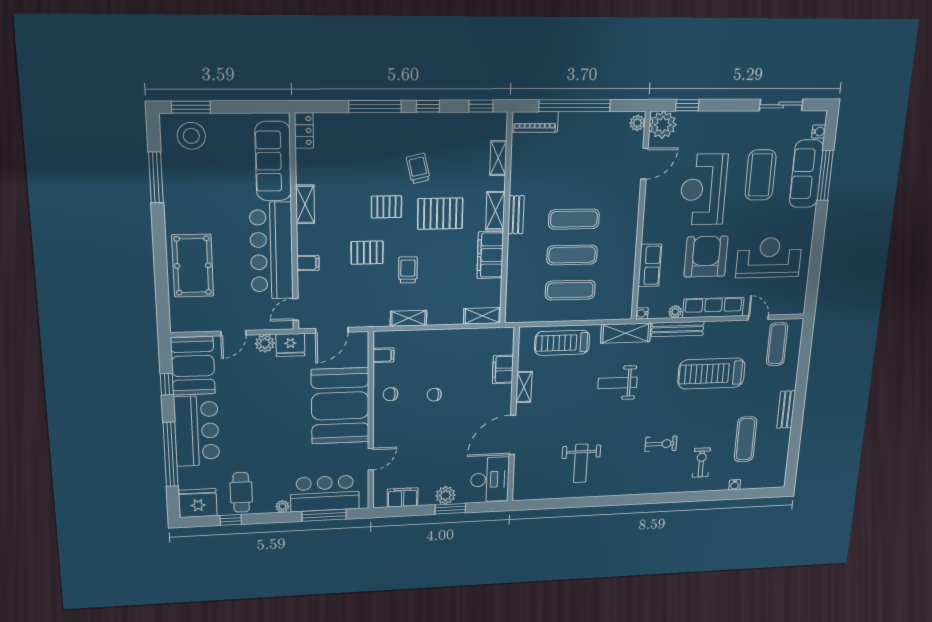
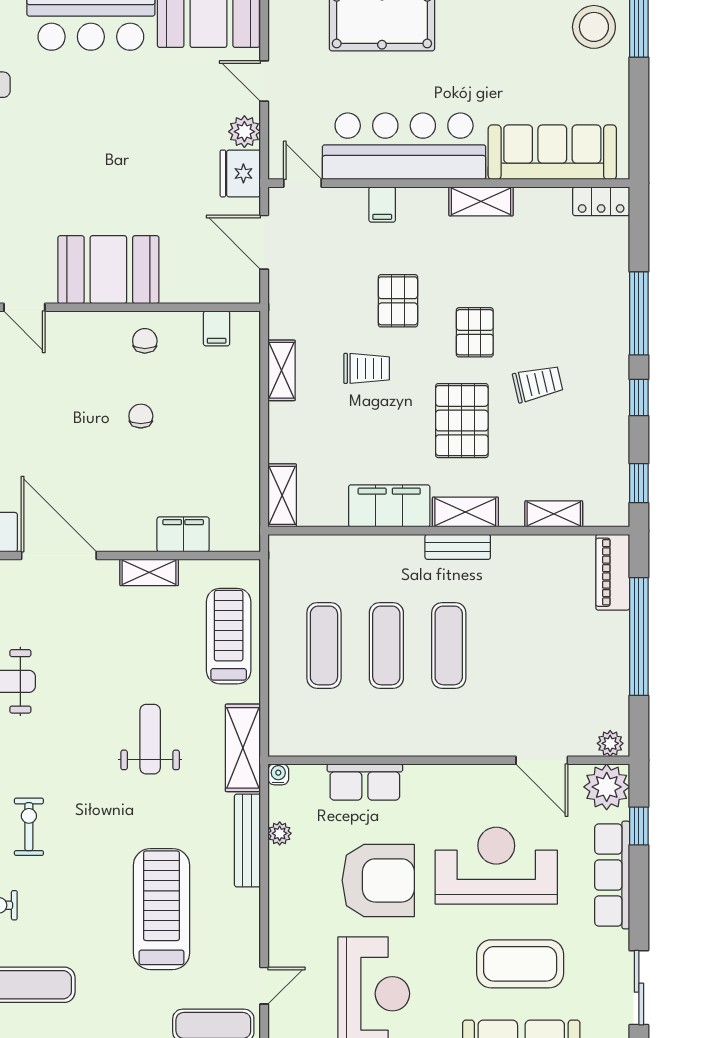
row of seats: (713, 308) -> (612, 875), moved, turned 180
booth: (340, 406) -> (108, 270), width x0.73, depth x0.70
exercise bike: (661, 444) -> (29, 827), turned 180

